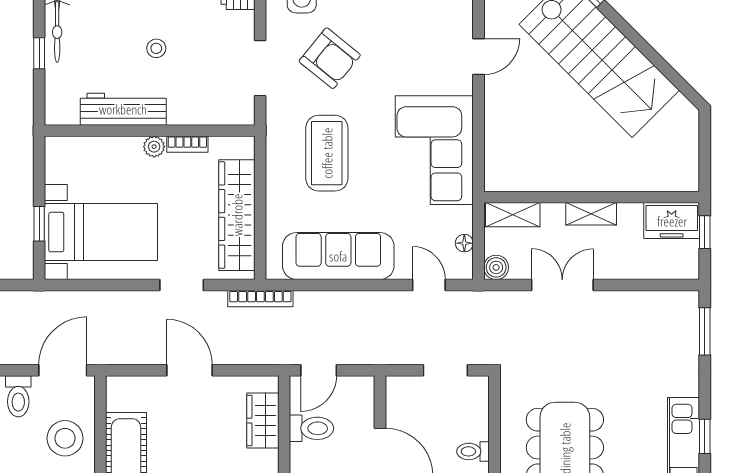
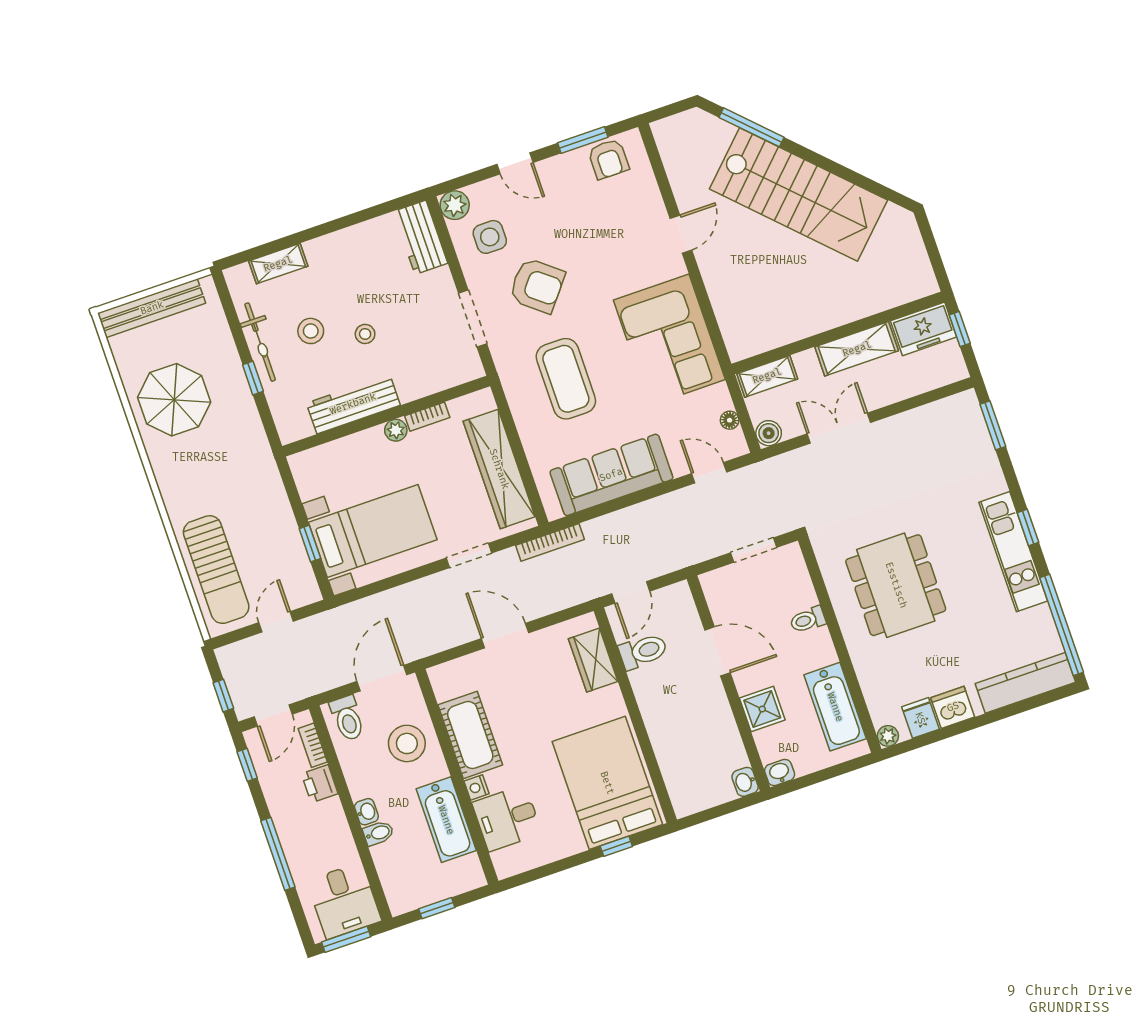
stool: (107, 28) -> (311, 331), added
shelving: (591, 214) -> (857, 349), width x1.50, depth x1.33

